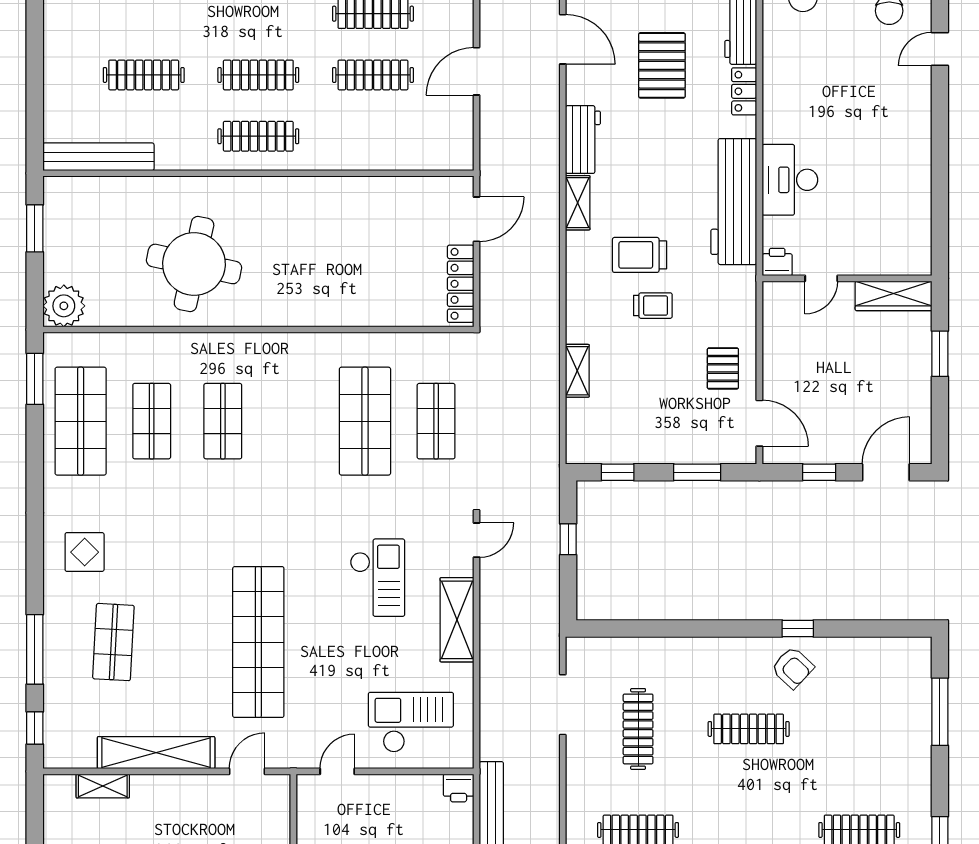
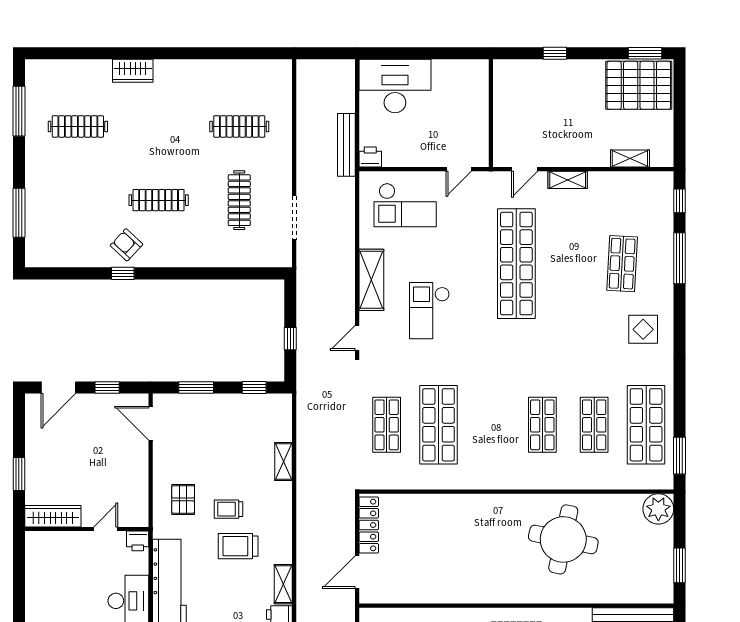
trolley: (640, 255) -> (238, 546), turned 180
pallet: (723, 368) -> (183, 499), moved
shelving: (156, 753) -> (568, 180), width x0.45, depth x0.75

